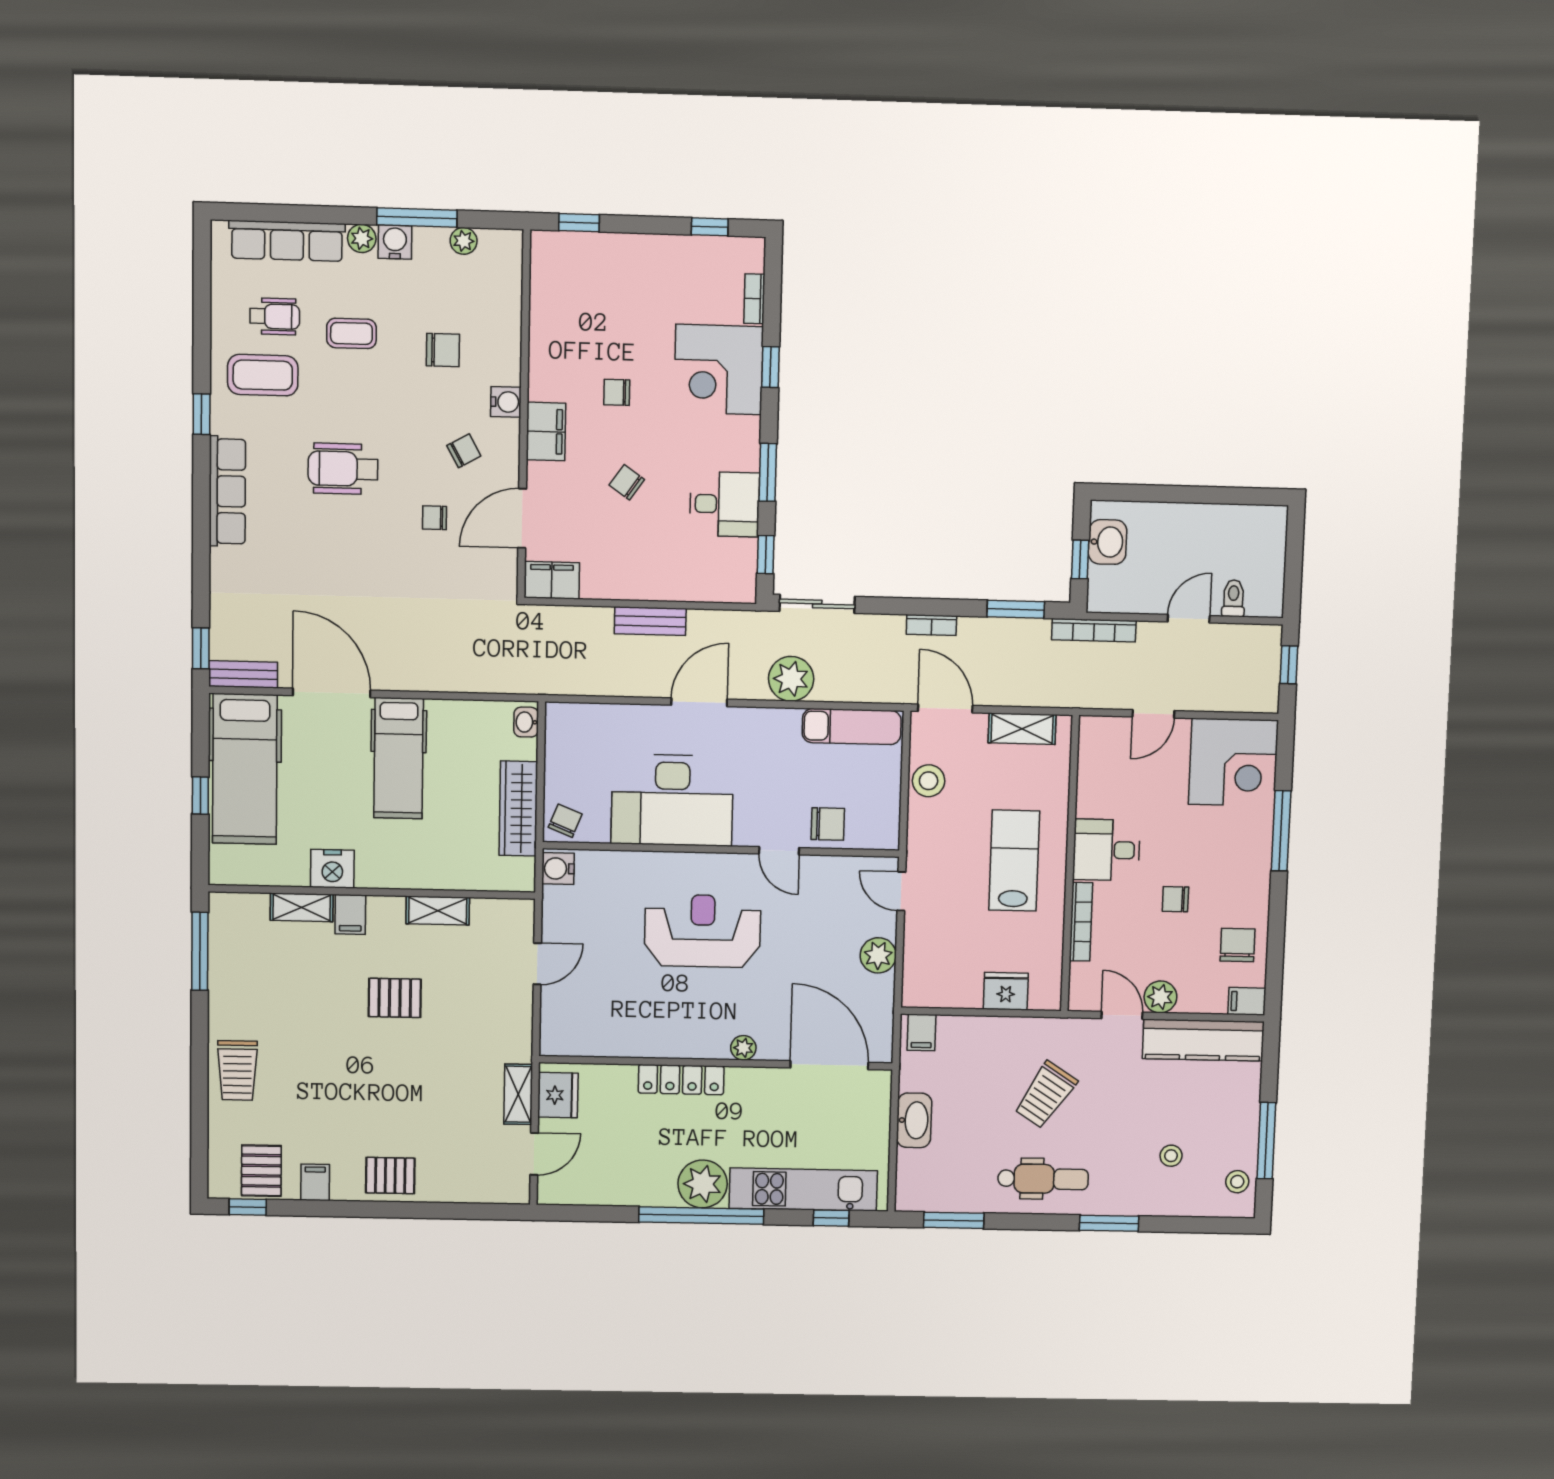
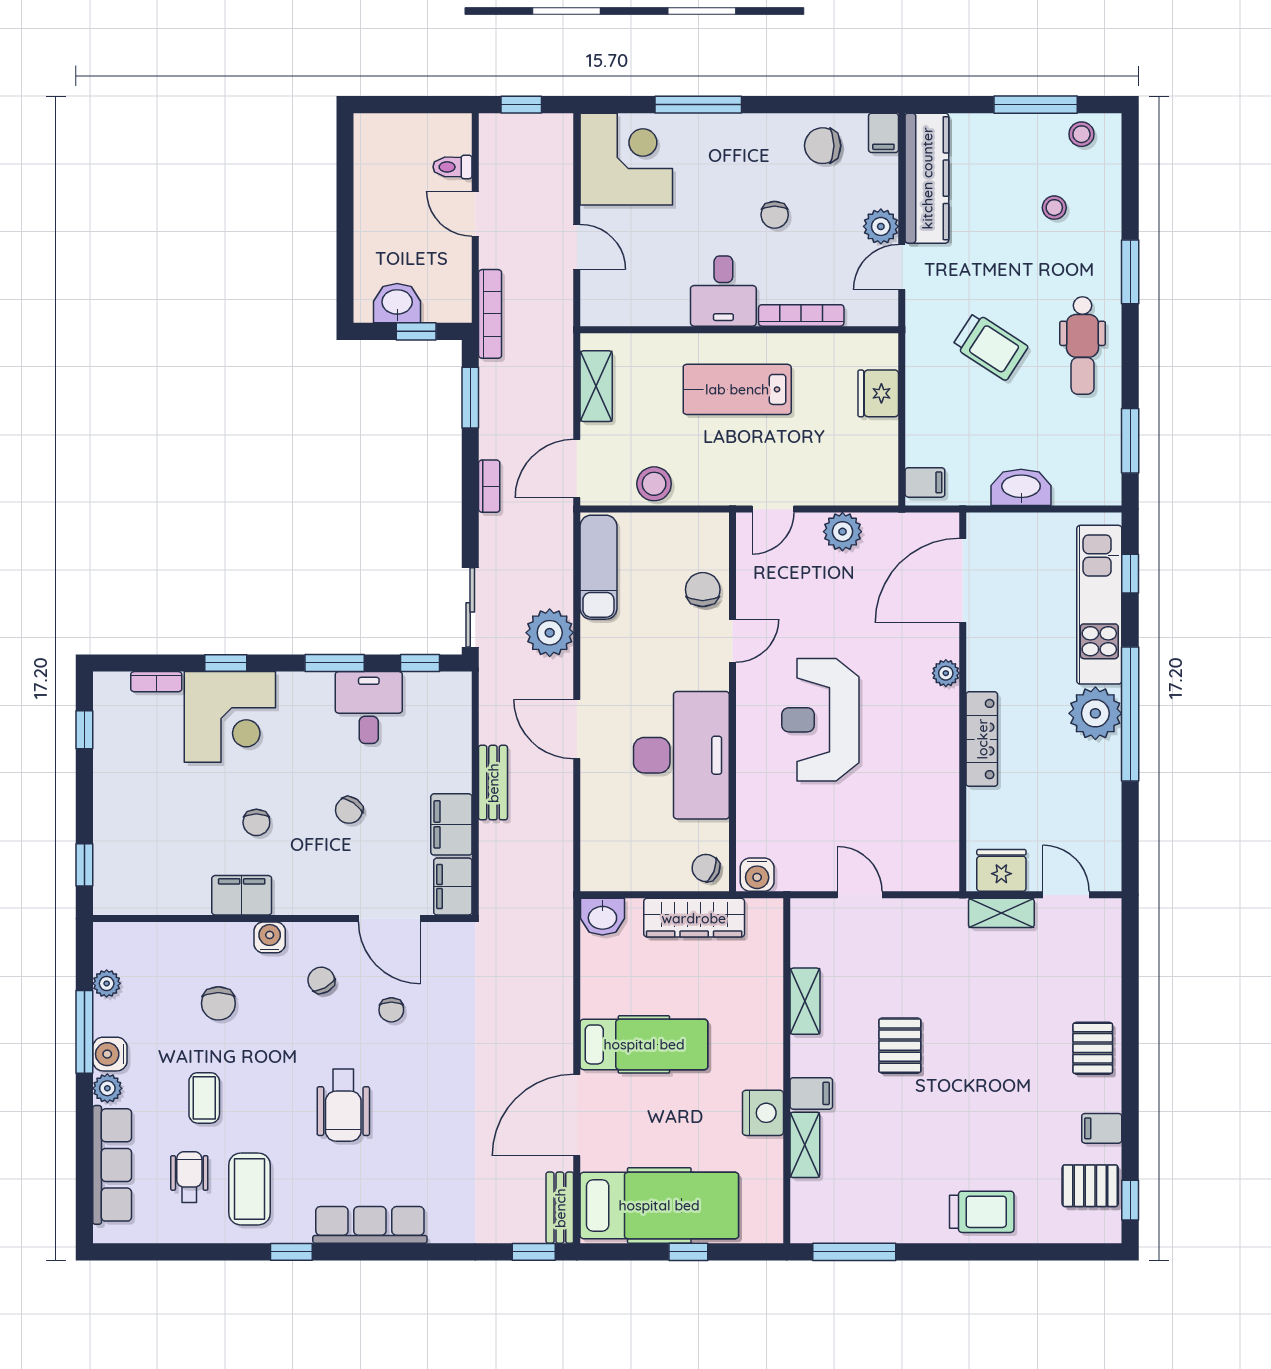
chair: (443, 350) -> (218, 1003), turned 180
filing cabinet: (546, 431) -> (242, 895), moved
filing cabinet: (611, 580) -> (451, 824), added
washbasin: (526, 722) -> (602, 917), width x1.38, depth x1.45
dental chair: (1043, 1179) -> (1083, 346), turned 180

